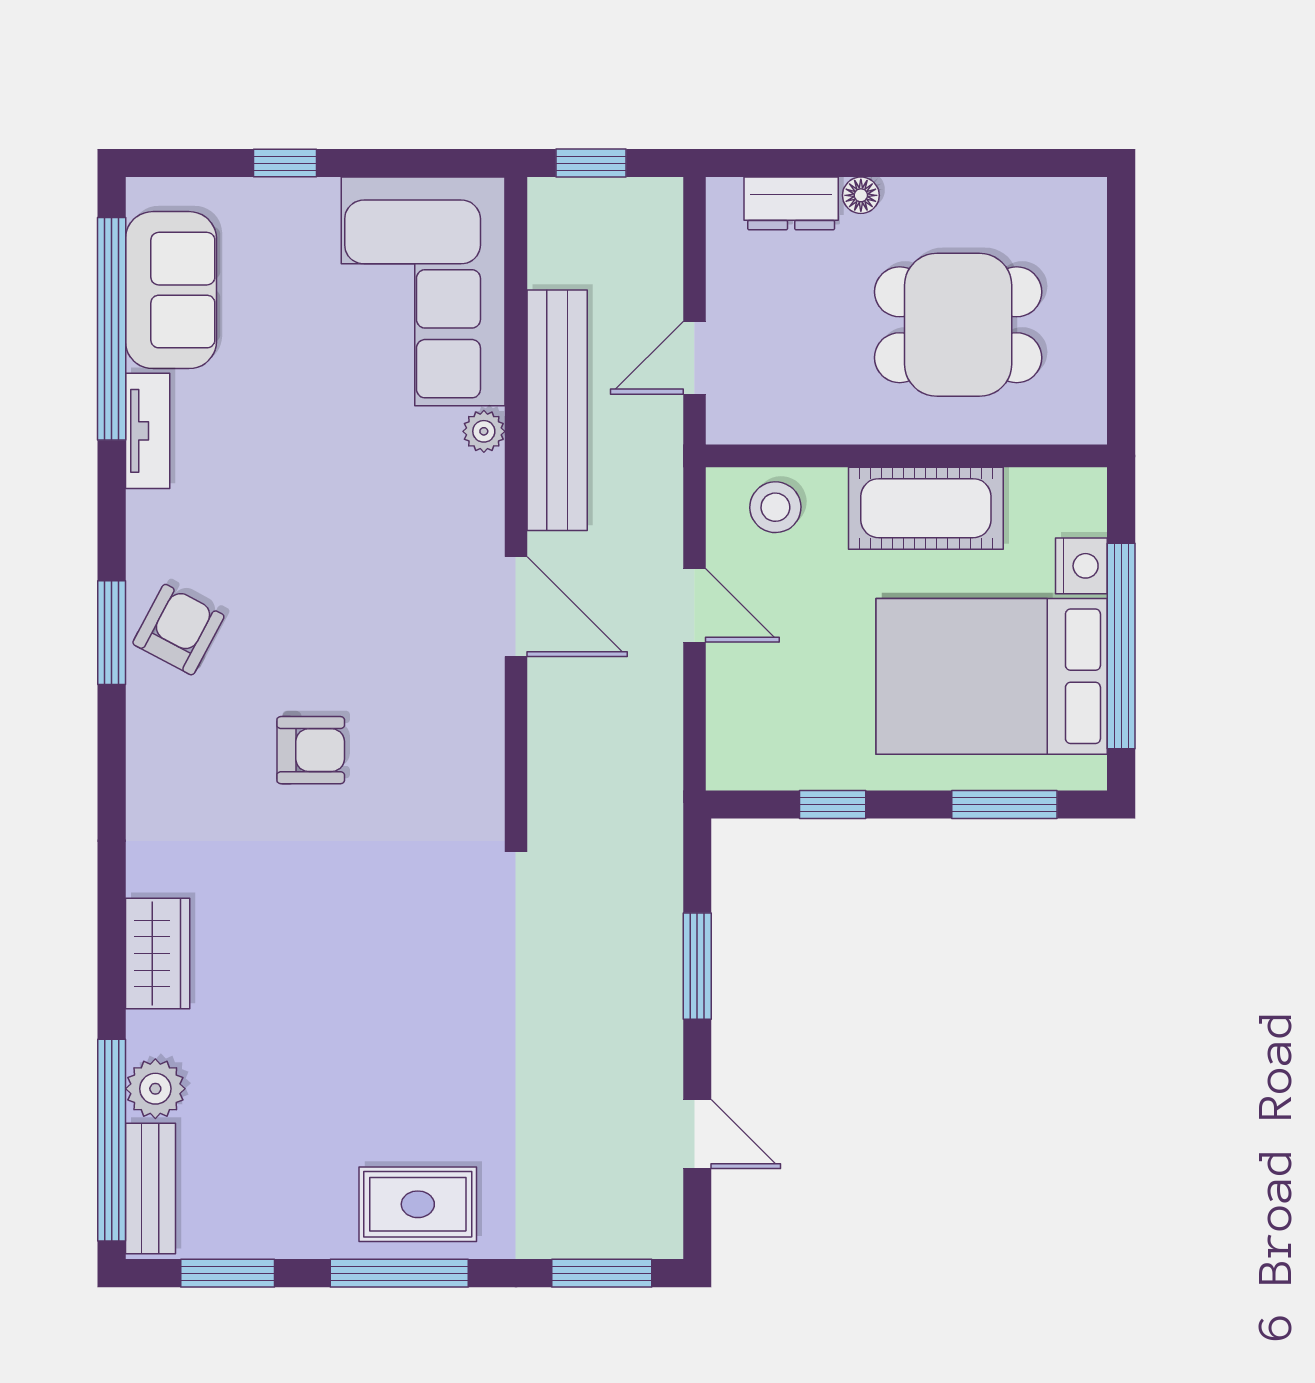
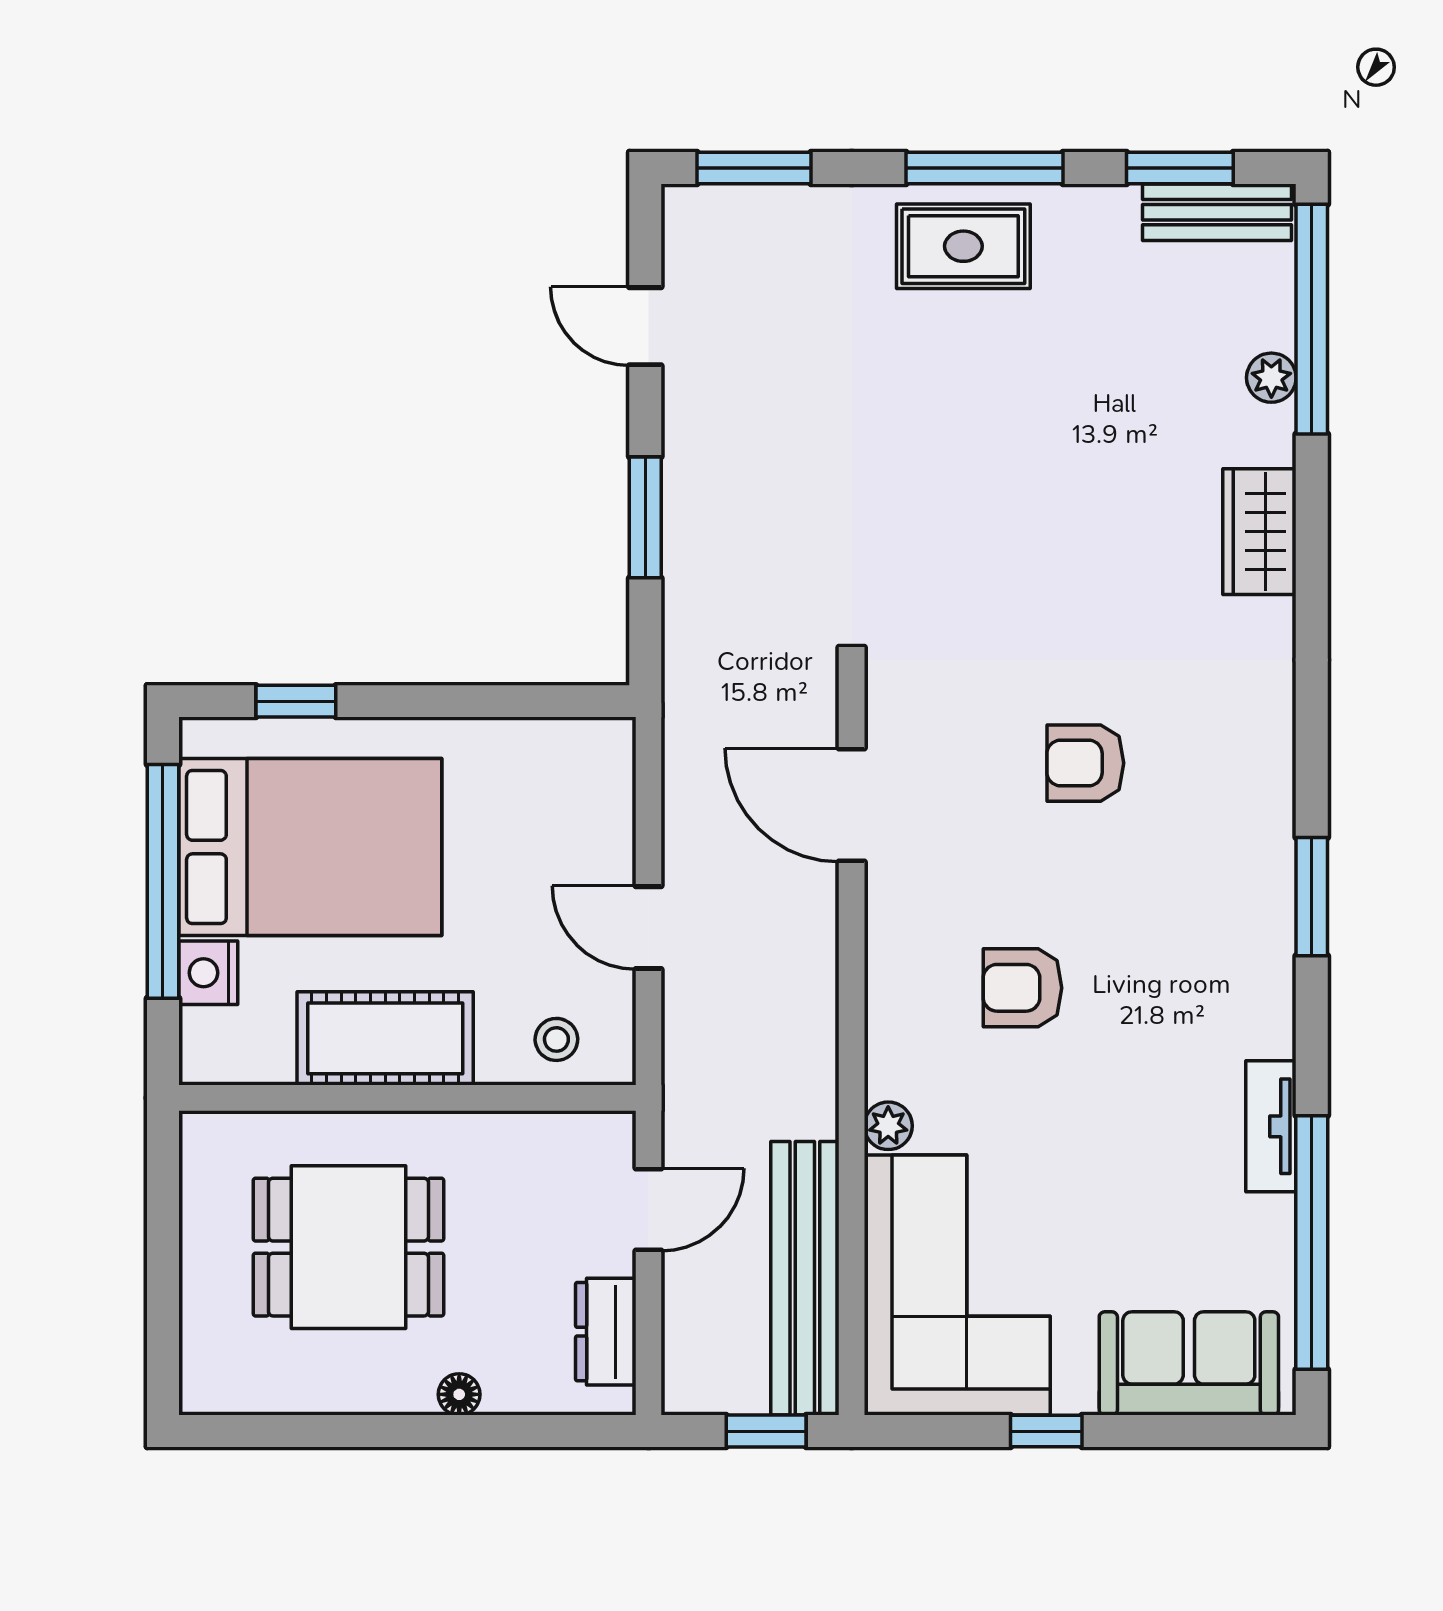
window: (285, 163) -> (1046, 1431), moved
dresser: (791, 203) -> (606, 1332), moved, turned -90
sofa: (171, 290) -> (1189, 1363), moved, turned 90
bench: (557, 410) -> (805, 1278), moved
stool: (775, 507) -> (556, 1039), width x0.73, depth x0.73
door: (516, 607) -> (852, 805), moved
armchair: (178, 630) -> (1022, 988), moved, turned 62
window: (833, 805) -> (491, 701), removed
window: (1004, 805) -> (296, 701), width x0.67
plant: (155, 1089) -> (1271, 378), width x0.73, depth x0.73
bench: (150, 1188) -> (1217, 212), moved, turned 90

